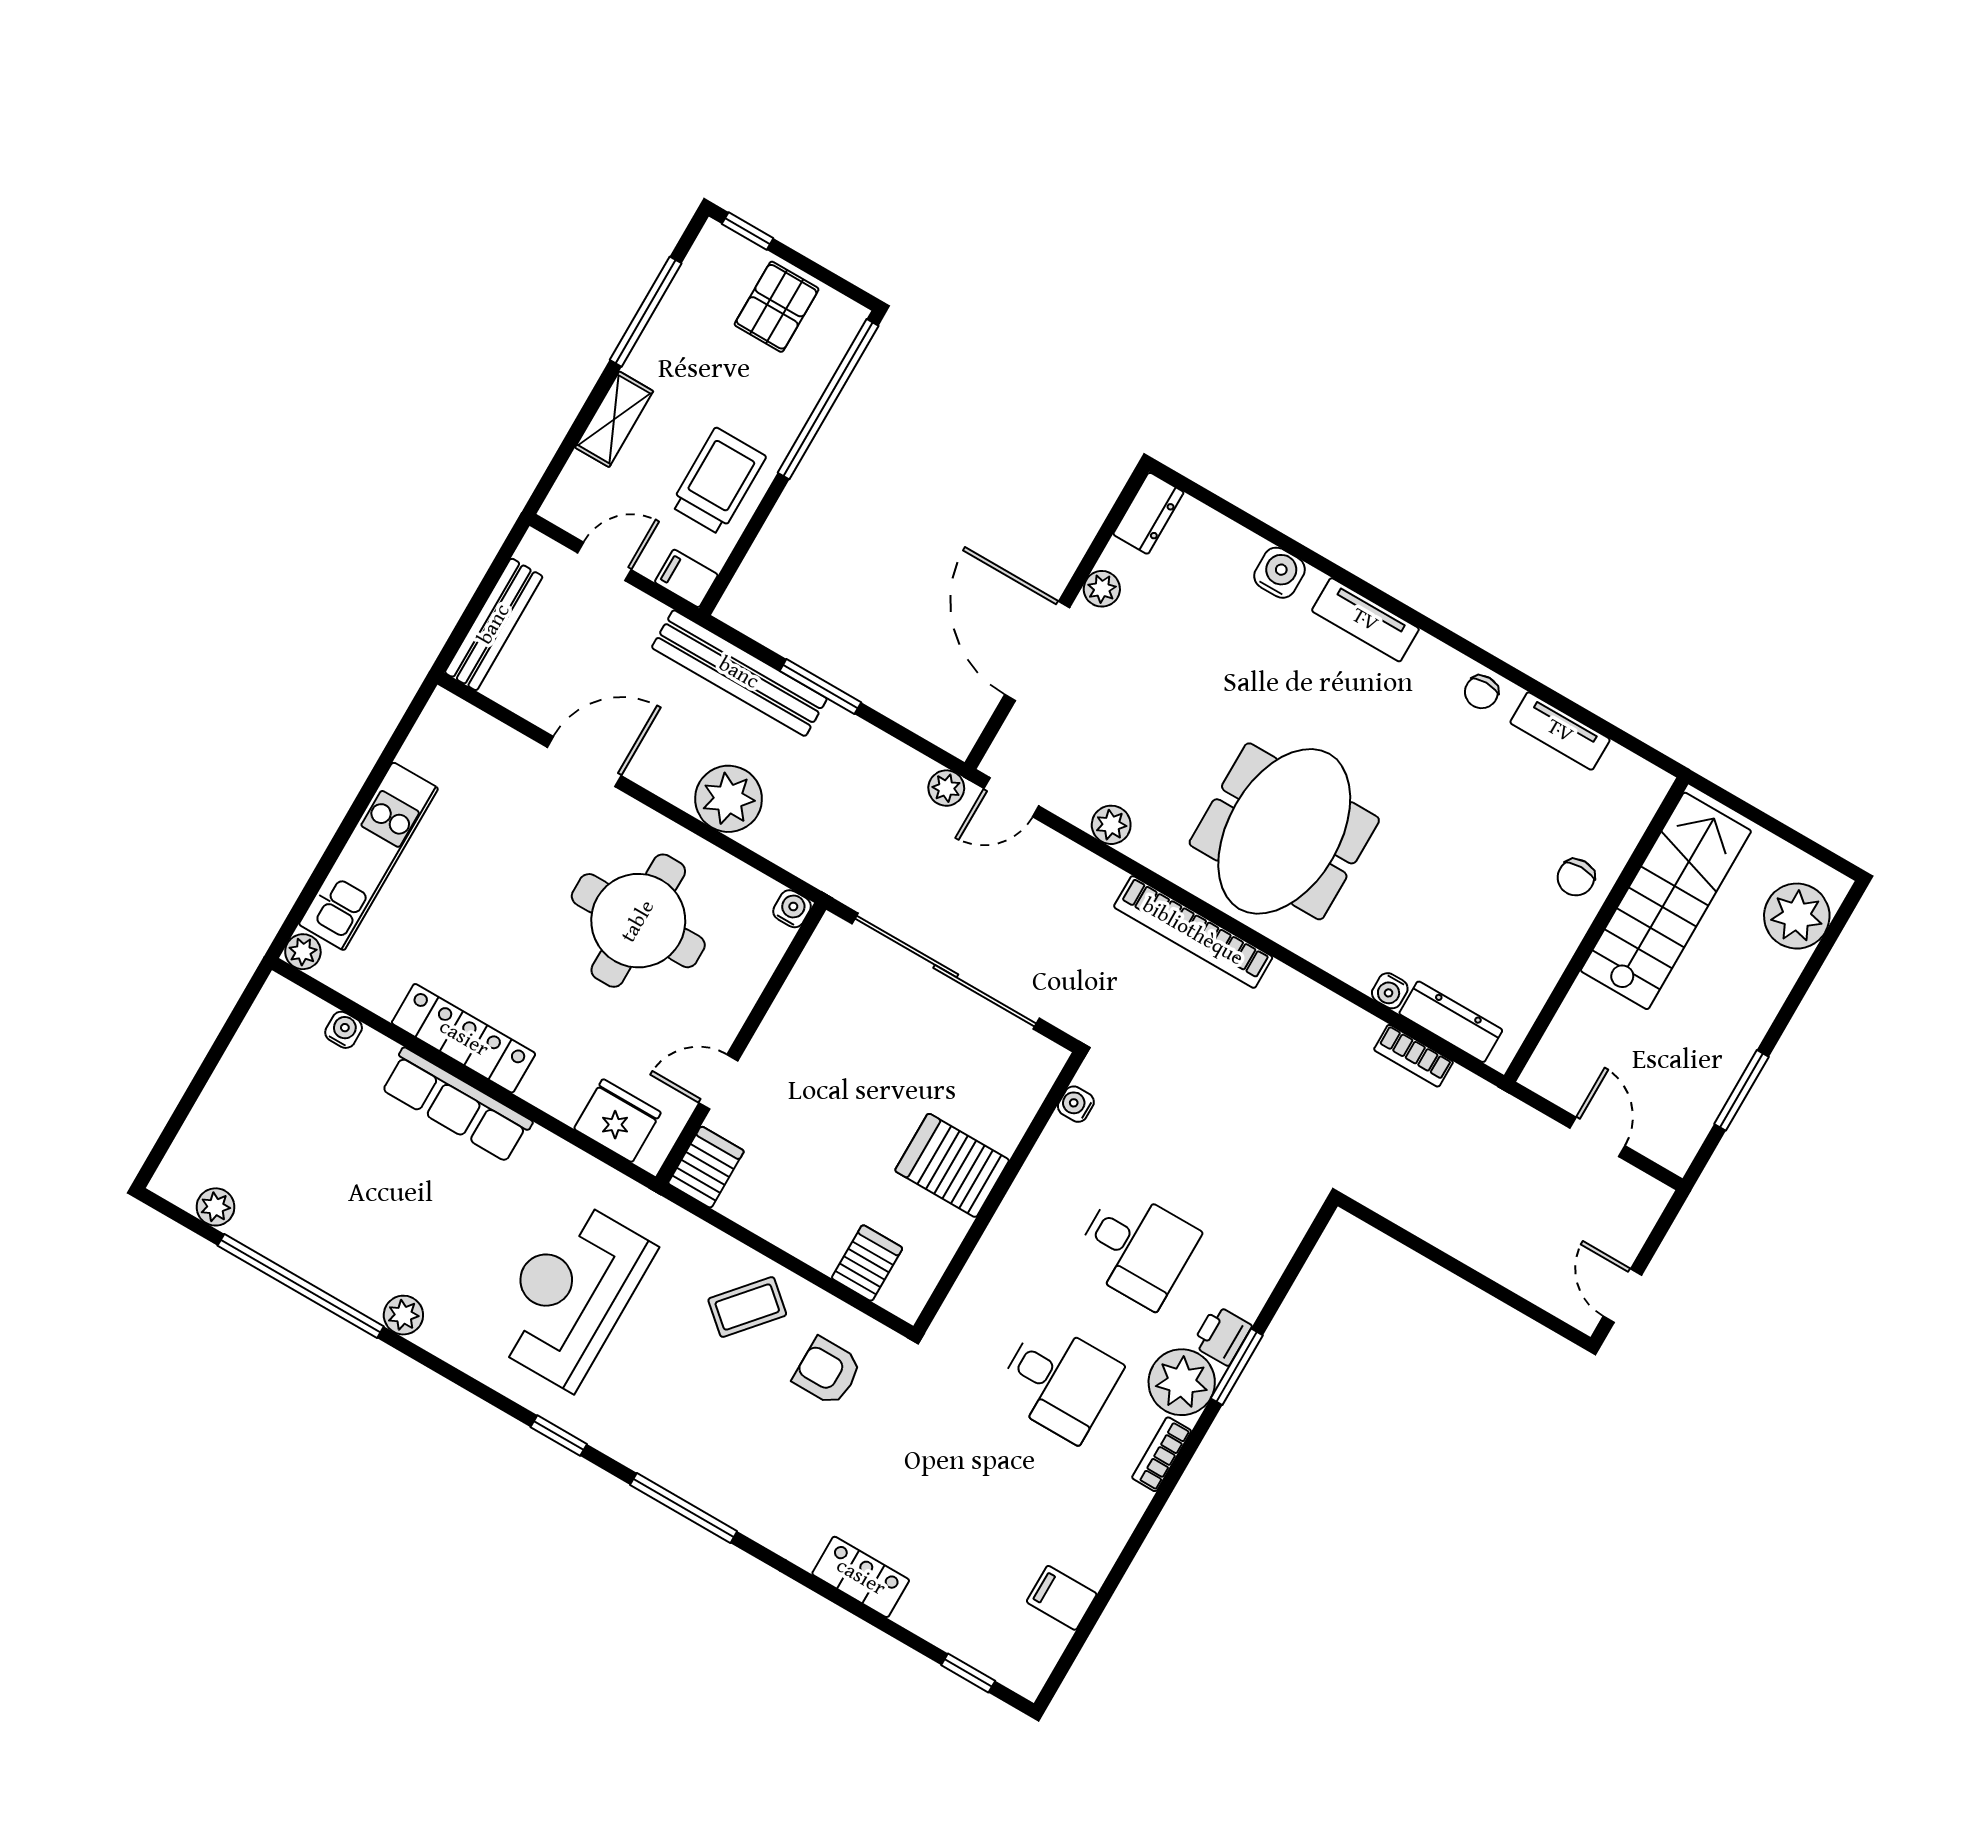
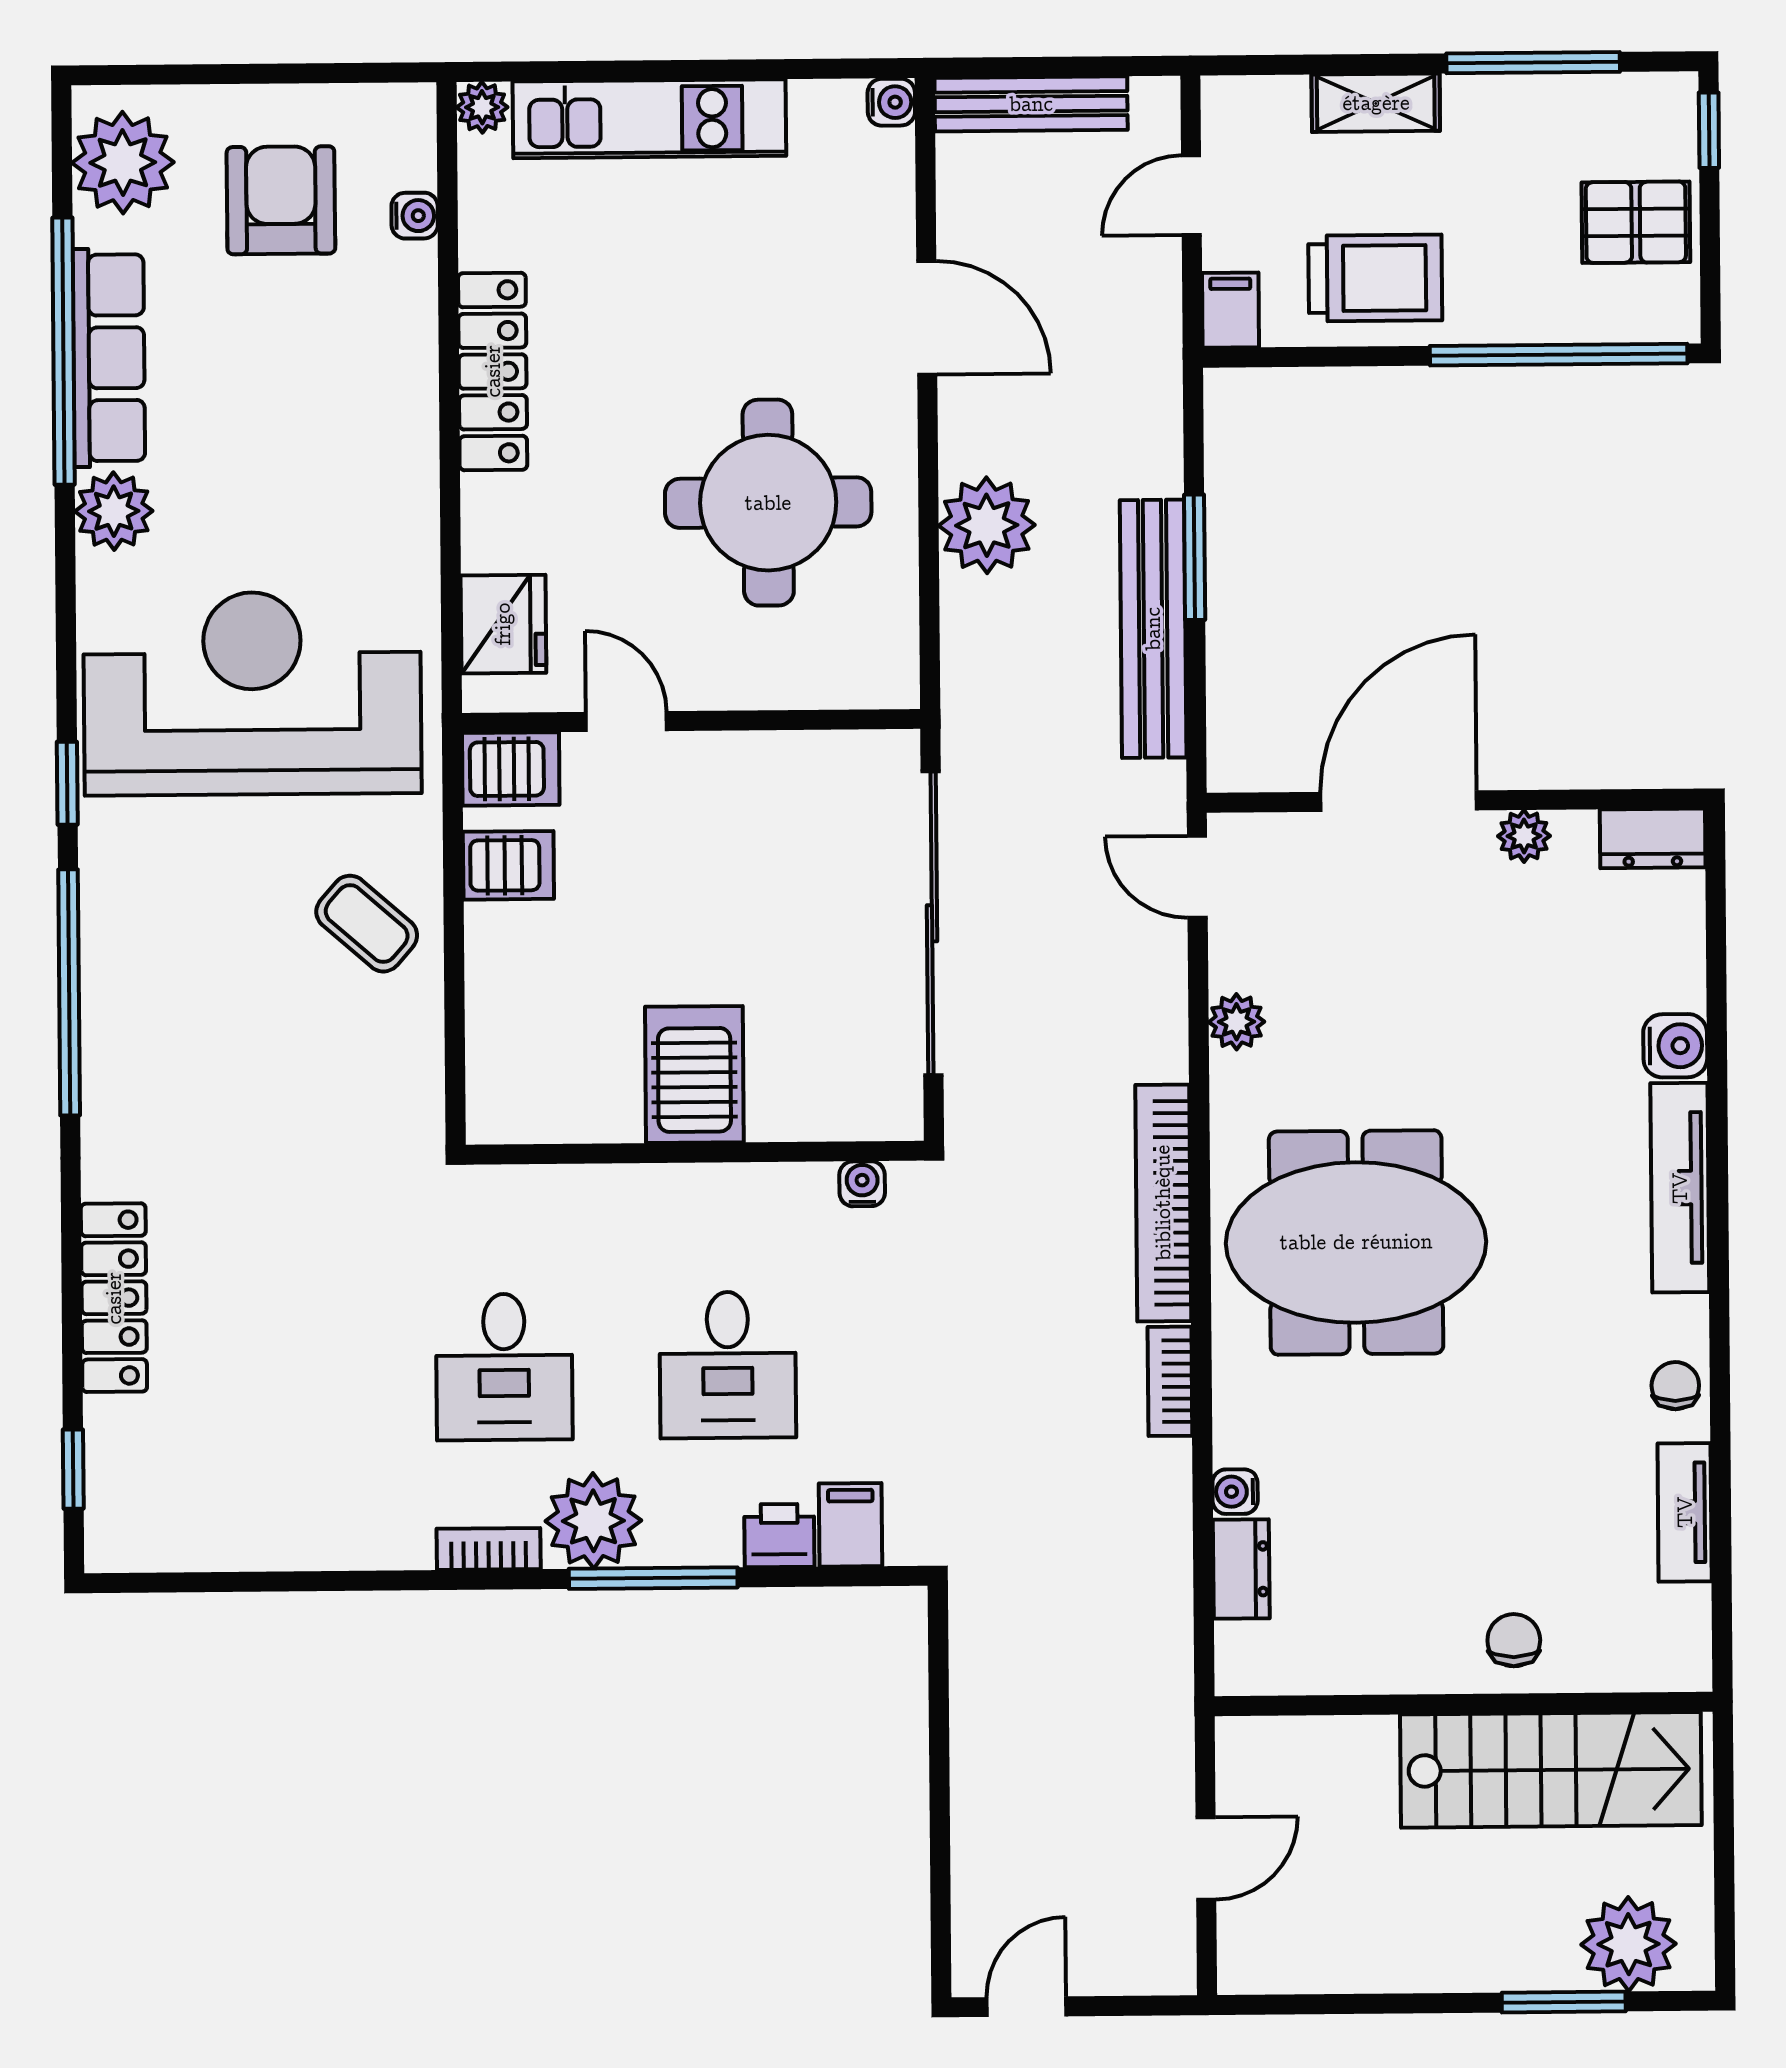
door: (604, 561) -> (1191, 195), swing flipped
tv unit: (1365, 620) -> (1680, 1188), width x1.41
bench: (739, 673) -> (1153, 629), moved
chair: (1481, 692) -> (1675, 1386), turned 90
plant: (946, 788) -> (1161, 789), removed
chair: (1576, 877) -> (1514, 1640), turned 90
water cooler: (792, 909) -> (891, 102), moved
dresser: (1451, 1022) -> (1241, 1569), width x0.70
bookcase: (1413, 1056) -> (1170, 1381), moved
window: (1741, 1090) -> (1564, 2002), moved
row of seats: (456, 1105) -> (109, 358), moved, turned 180
plant: (215, 1207) -> (123, 163), width x1.88, depth x1.88
server rack: (867, 1263) -> (508, 865), moved
reception desk: (570, 1294) -> (252, 693), width x1.36, depth x1.30
plant: (403, 1315) -> (114, 511), width x1.38, depth x1.38
printer: (1222, 1335) -> (779, 1536), moved
window: (1237, 1367) -> (653, 1578), width x1.44
armchair: (827, 1371) -> (281, 200), moved, width x1.38, depth x1.38
window: (684, 1508) -> (69, 992), width x1.46
locker: (861, 1577) -> (114, 1298), width x1.53
filing cabinet: (1062, 1598) -> (850, 1525), moved

